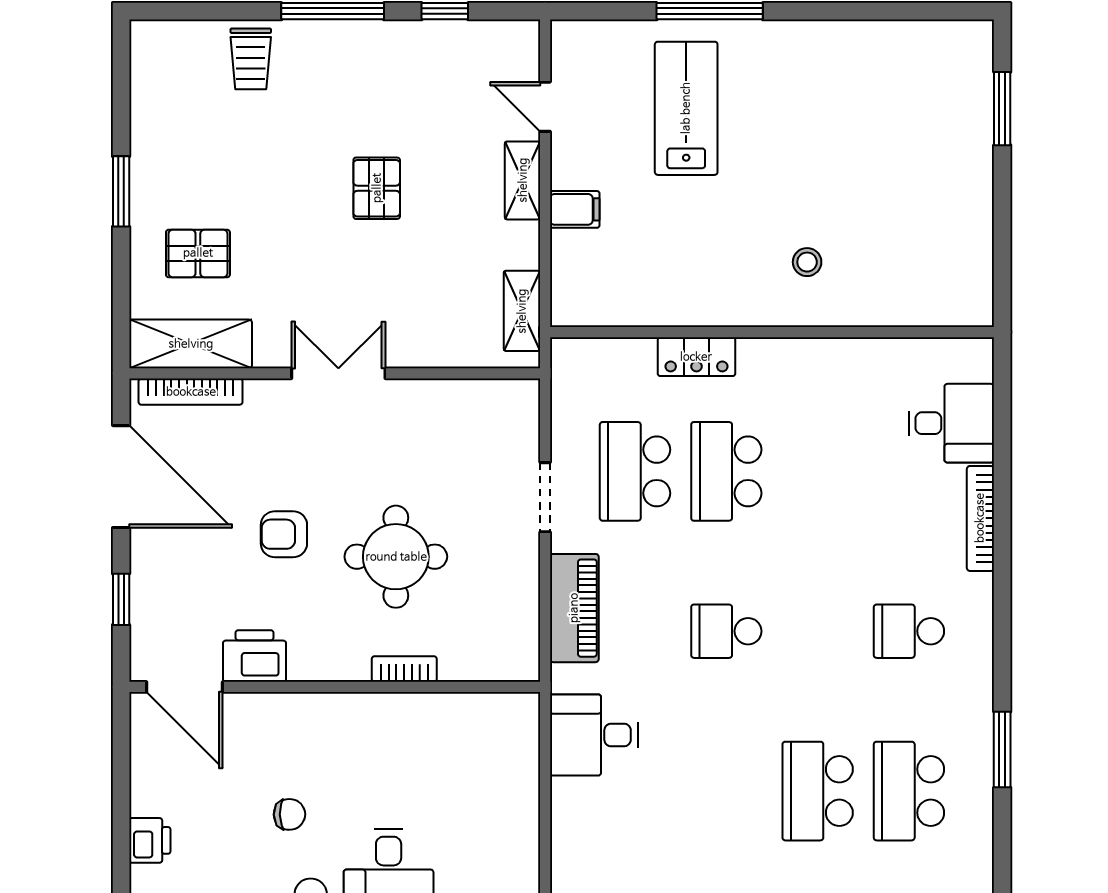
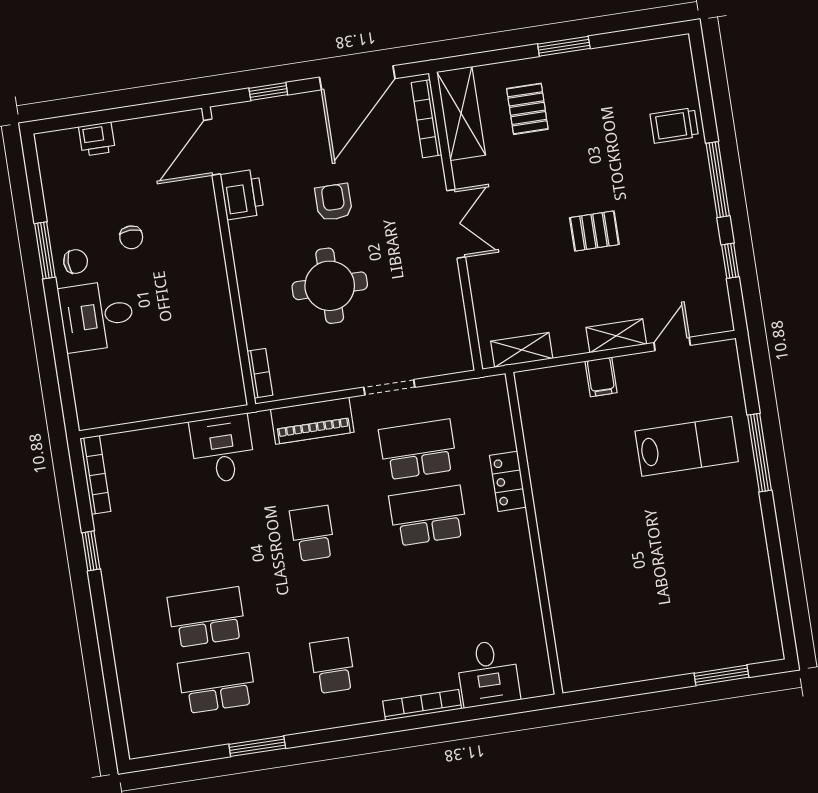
stool: (807, 262) -> (589, 551), removed
bookcase: (404, 669) -> (260, 373), moved

